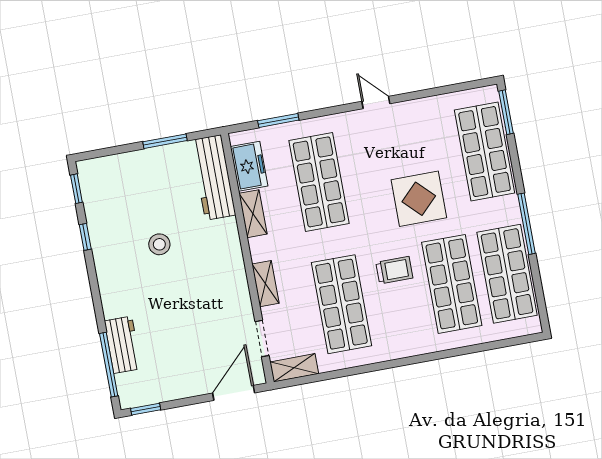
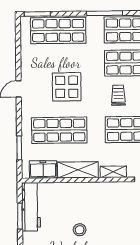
workbench: (213, 178) -> (31, 207), moved, turned -90
display table: (419, 199) -> (67, 87), moved
shelving: (253, 214) -> (78, 170), width x1.50, depth x1.33

